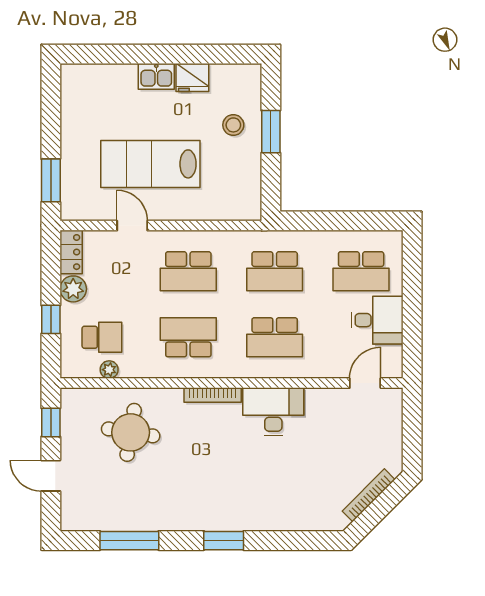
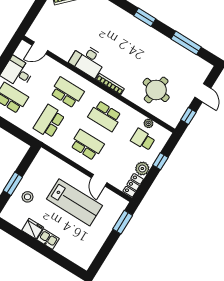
school desk: (275, 271) -> (49, 121), turned -90

